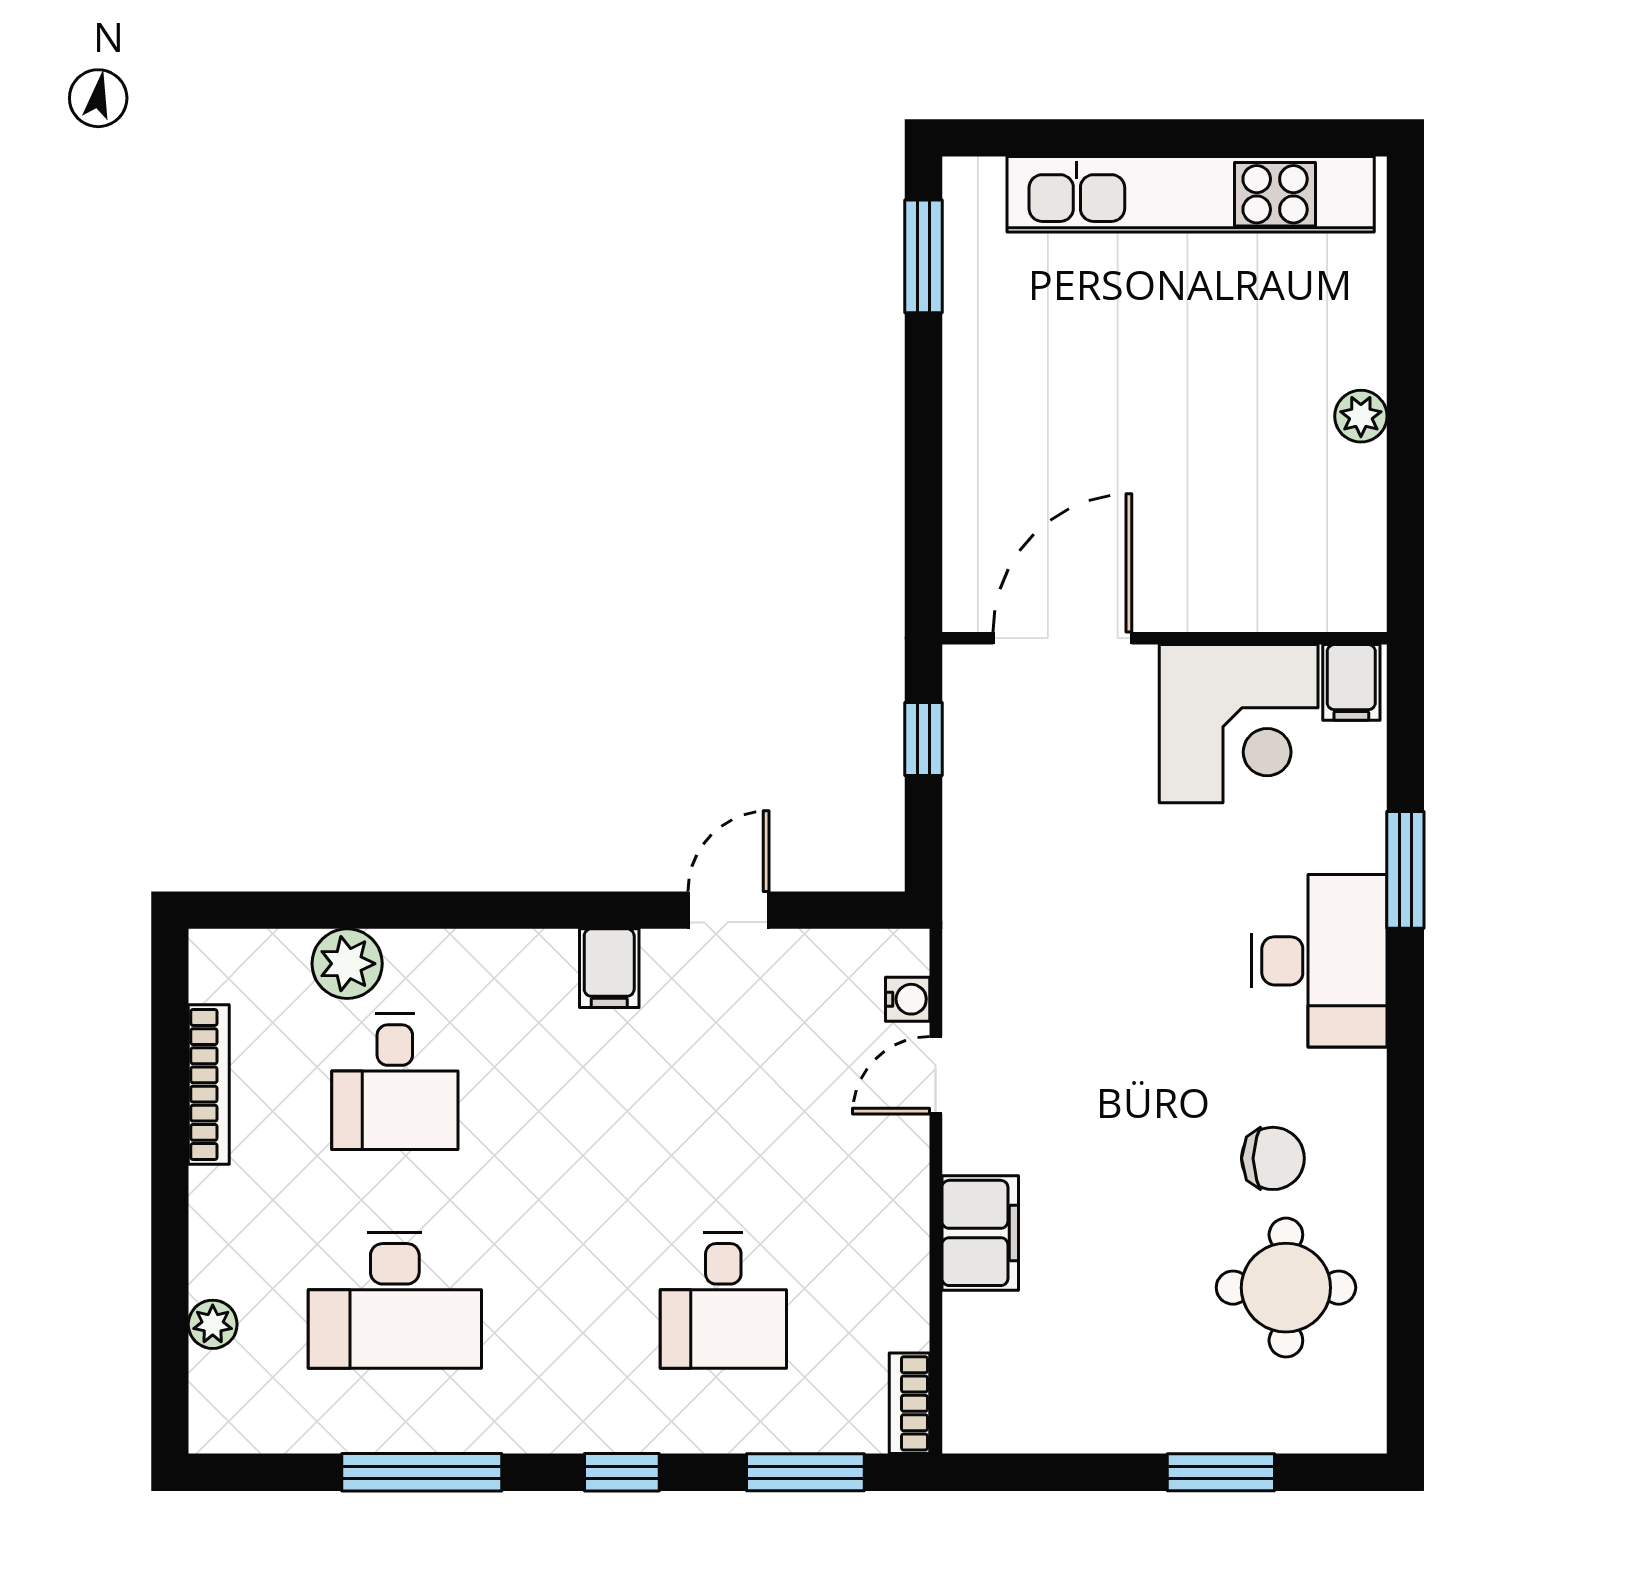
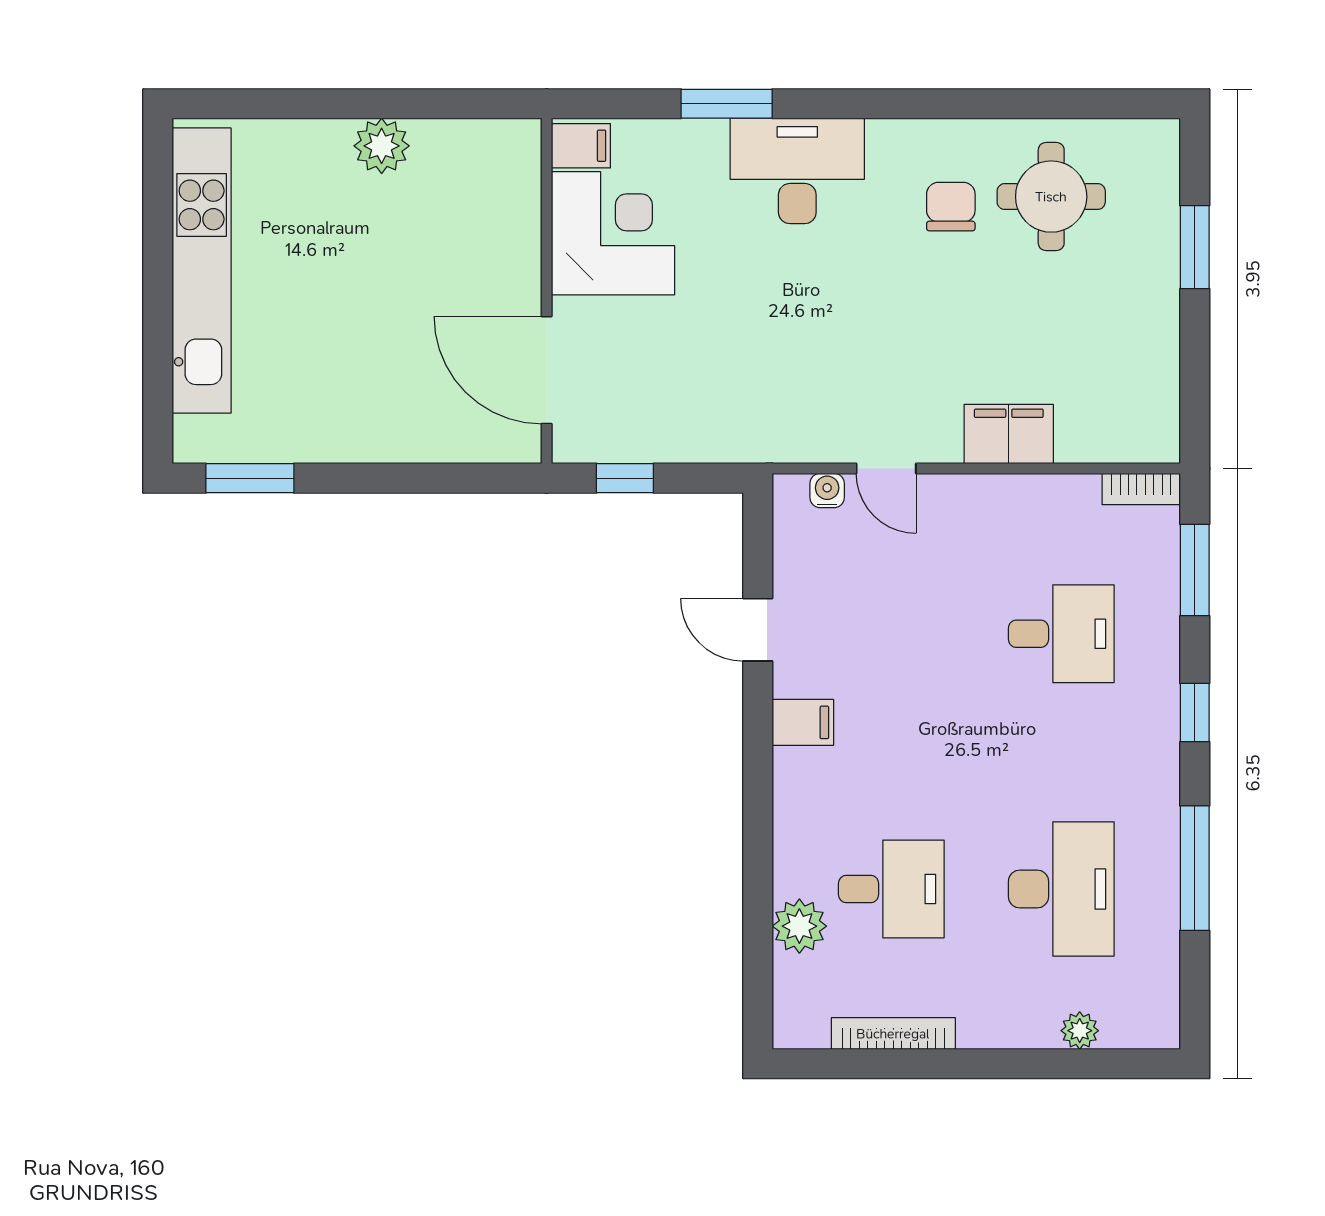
plant: (1361, 416) -> (382, 146), width x1.38, depth x1.38

